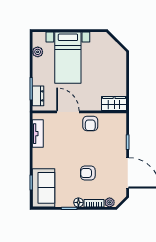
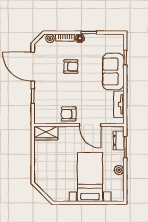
plant: (38, 52) -> (119, 170), moved
armchair: (90, 124) -> (69, 114), turned -90
sofa: (44, 188) -> (113, 72), moved

